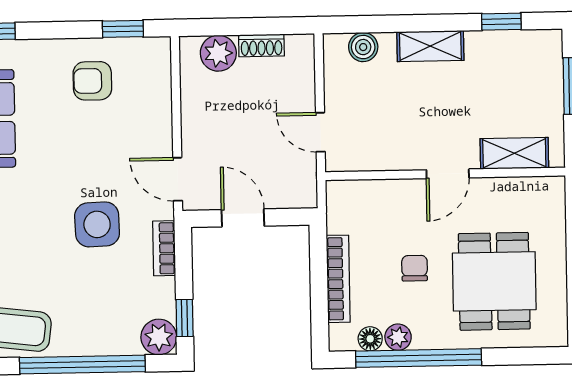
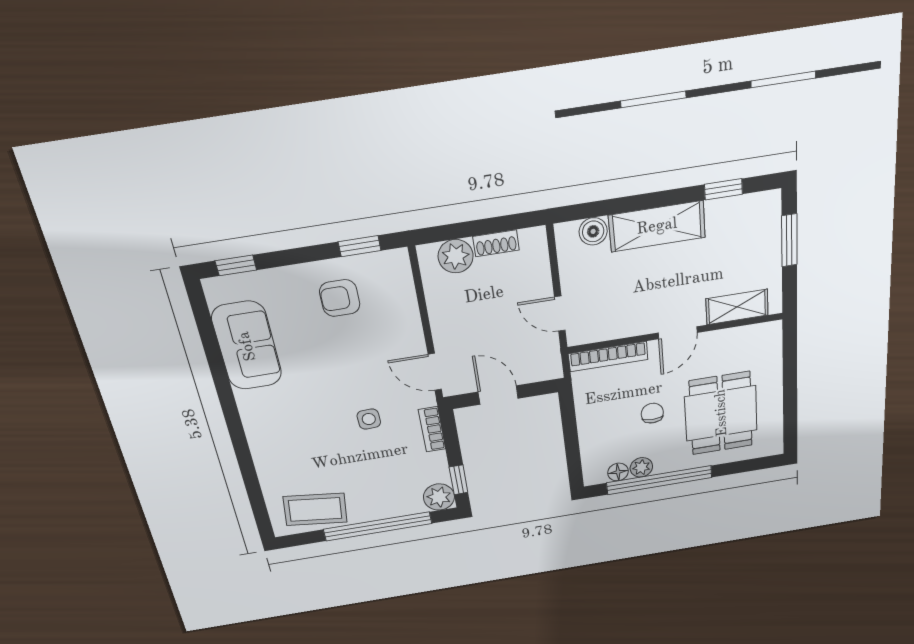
shelving: (430, 46) -> (657, 226), width x1.50, depth x1.33
side table: (97, 224) -> (369, 419), width x0.54, depth x0.54
bookcase: (338, 279) -> (608, 357), moved, turned 90

